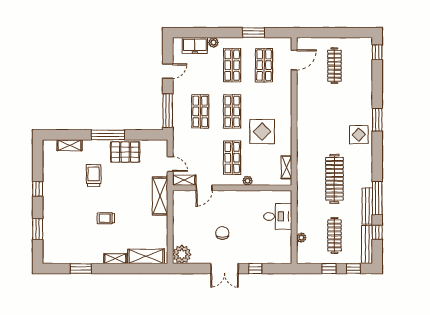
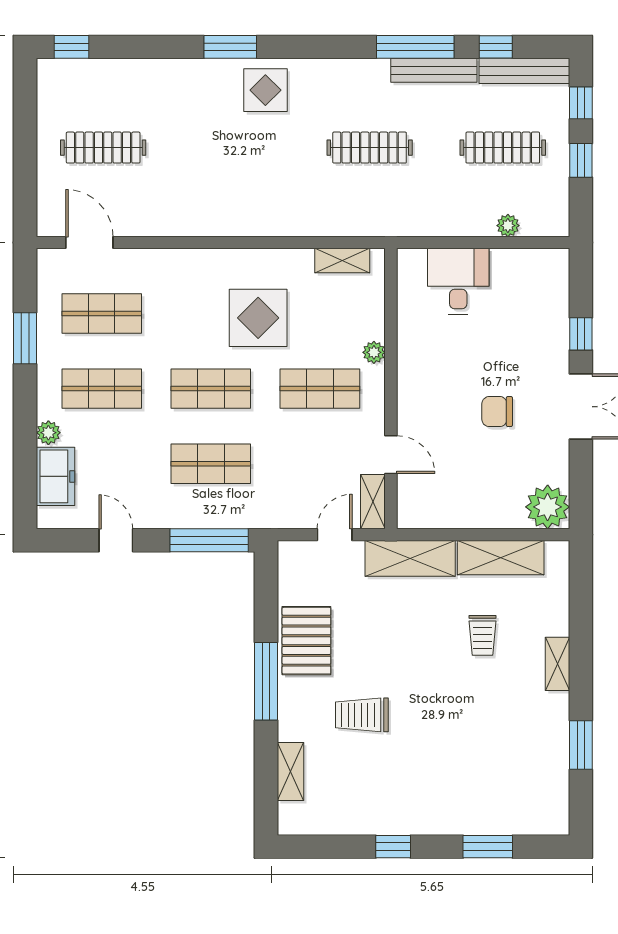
clothes rail: (334, 179) -> (370, 148), width x0.73, depth x0.76
trolley: (106, 218) -> (482, 635), moved
shelving: (146, 256) -> (501, 558), moved, turned 90

